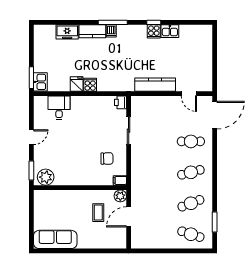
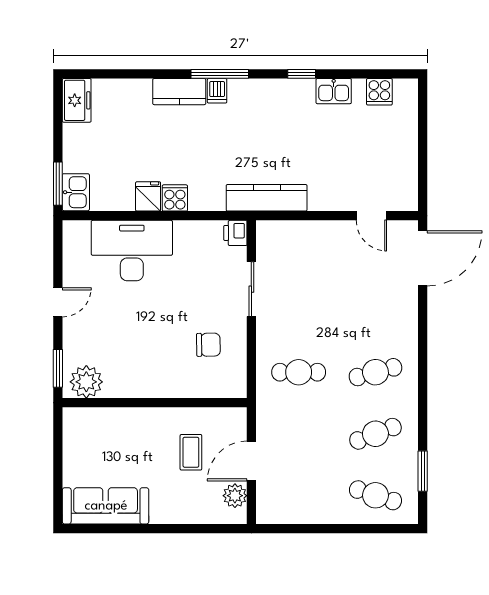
cooker: (154, 31) -> (379, 92), moved
freezer: (67, 32) -> (77, 100), moved, turned -90
kitchen counter: (155, 85) -> (267, 198), moved
desk: (59, 108) -> (132, 251), width x1.87, depth x1.30
cafe table: (191, 141) -> (299, 372), moved
filing cabinet: (120, 180) -> (234, 388), removed
plant: (120, 196) -> (235, 496), moved

